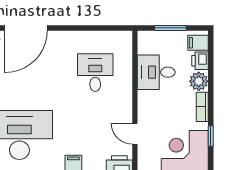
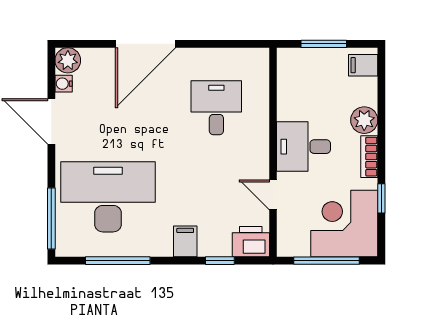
door: (26, 28) -> (145, 44), moved
printer: (200, 61) -> (366, 91), removed
desk: (156, 72) -> (304, 147), moved

